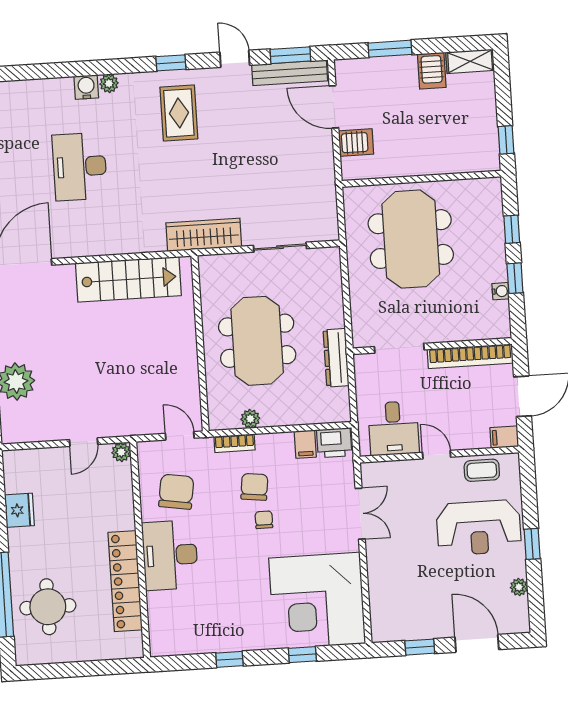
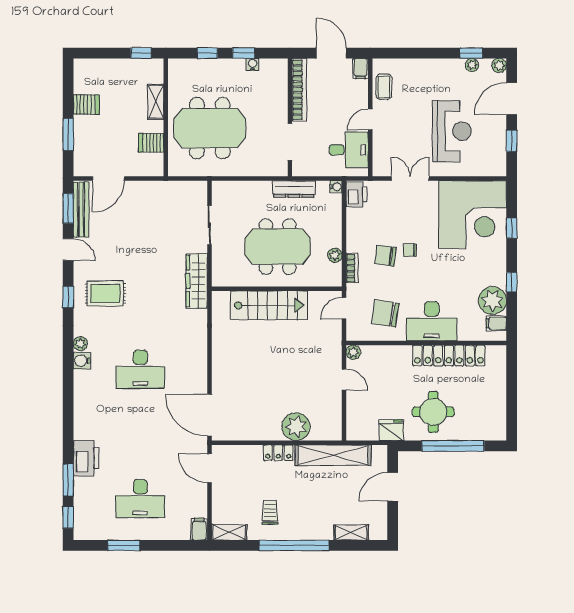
door: (235, 59) -> (68, 250), swing flipped
shelving: (470, 61) -> (156, 102), moved
server rack: (356, 142) -> (151, 143), moved, turned -90
stairs: (128, 279) -> (269, 305), moved, turned 90
water cooler: (343, 414) -> (336, 187), added
filing cabinet: (305, 444) -> (496, 323), moved, turned 180
reception desk: (479, 528) -> (452, 131), moved
window: (532, 544) -> (471, 53), moved
round table: (48, 607) -> (433, 412), moved
plant: (520, 624) -> (499, 65), added
plant: (203, 635) -> (492, 301), added

